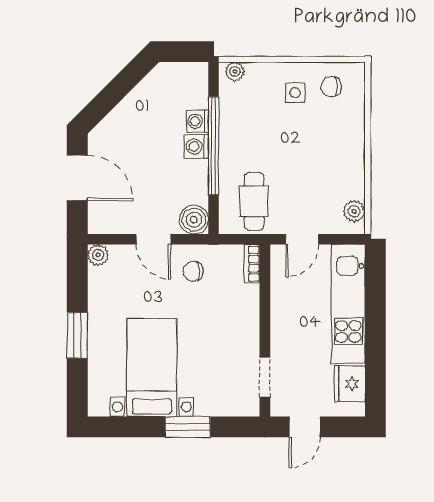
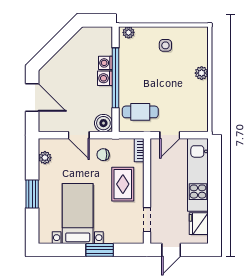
chair: (331, 87) -> (187, 42), removed
cafe table: (254, 201) -> (140, 112), turned 90
plant: (354, 211) -> (202, 73), moved
plant: (98, 255) -> (45, 158), moved
rug: (225, 319) -> (123, 184), added

